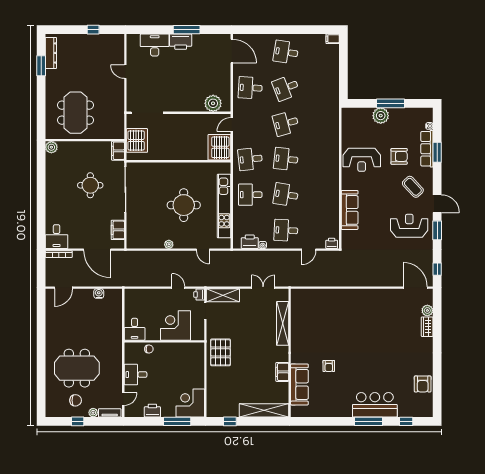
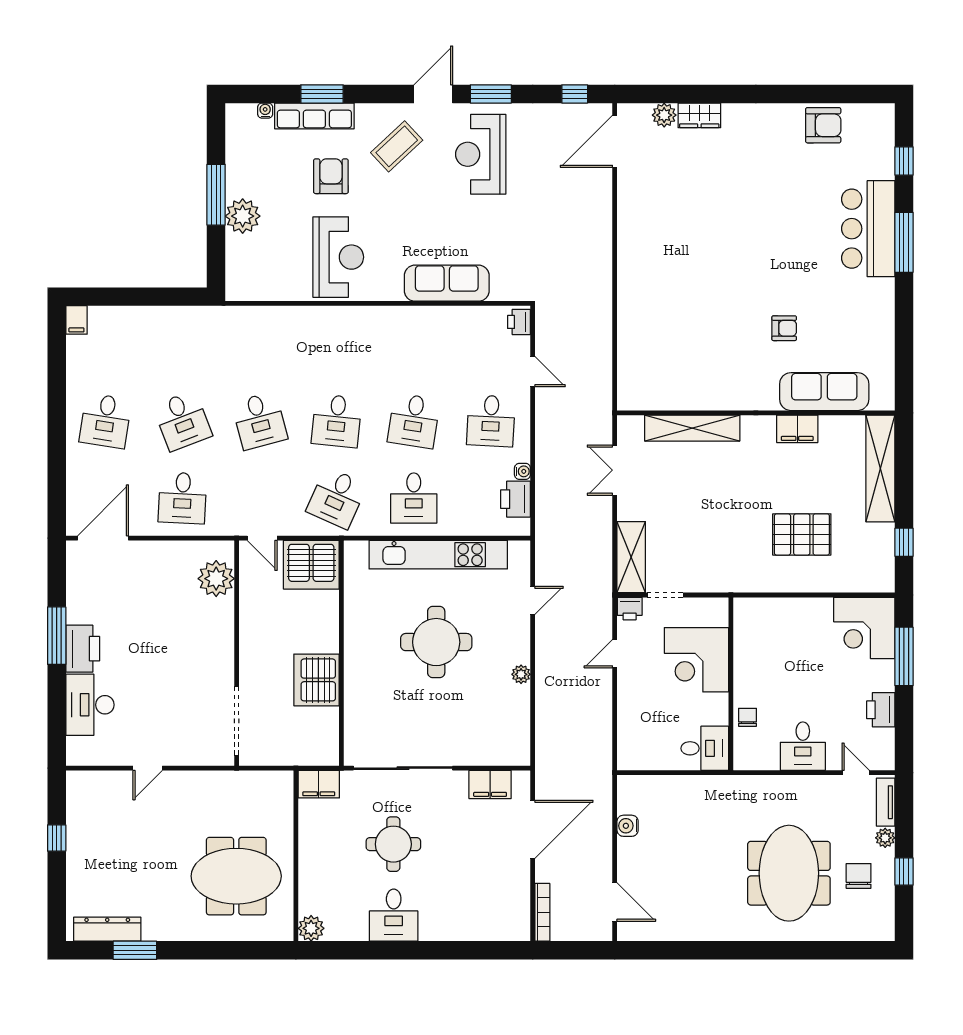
server rack: (137, 140) -> (316, 680), moved, turned -90
desk: (250, 159) -> (337, 498), turned 30
desk: (57, 237) -> (394, 915), moved, turned 90
pallet: (220, 352) -> (802, 534), moved

